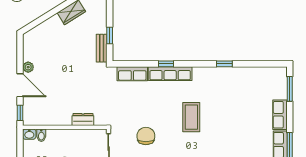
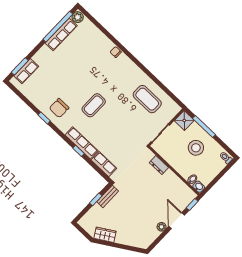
row of seats: (280, 115) -> (26, 71), moved
chair: (146, 136) -> (59, 108), moved

